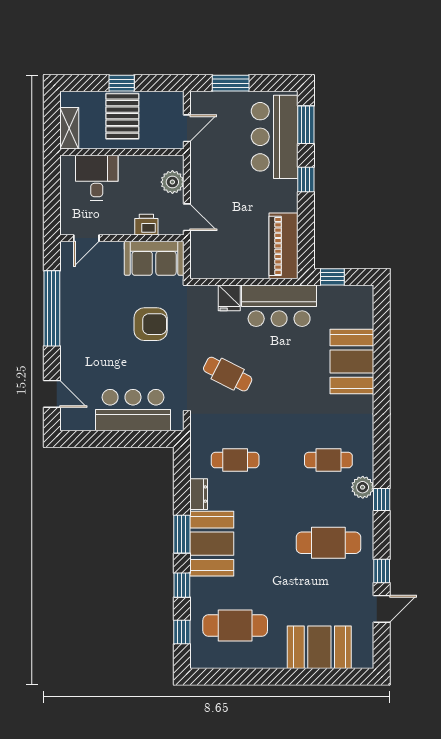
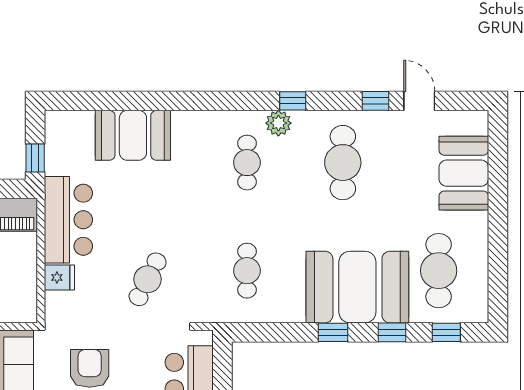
dresser: (199, 494) -> (286, 313), removed
window: (182, 534) -> (333, 332), width x0.67
booth: (212, 544) -> (357, 287), width x1.36, depth x1.42

